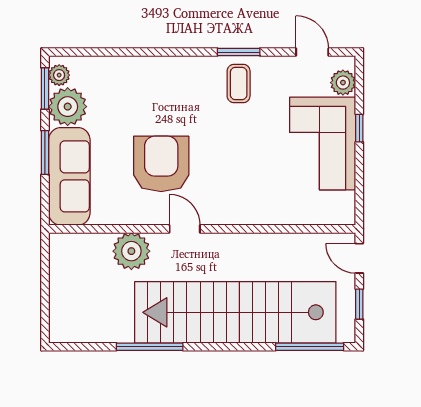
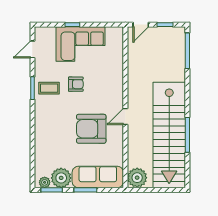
plant: (343, 83) -> (49, 33), removed
armchair: (246, 134) -> (76, 84), added
plant: (131, 251) -> (137, 178), moved
stairs: (235, 312) -> (169, 135), moved

